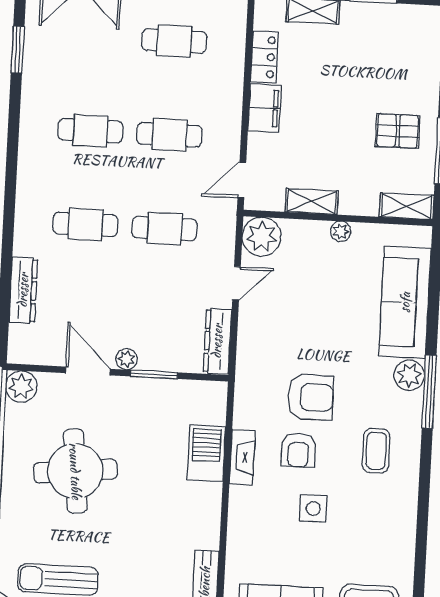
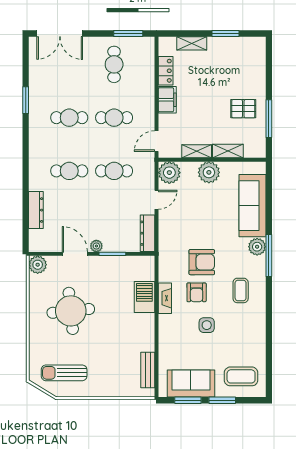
cafe table: (174, 41) -> (114, 64), turned 90
window: (18, 50) -> (26, 100), moved
shelving: (407, 206) -> (228, 151), moved
plant: (341, 231) -> (209, 172), width x1.87, depth x1.87

